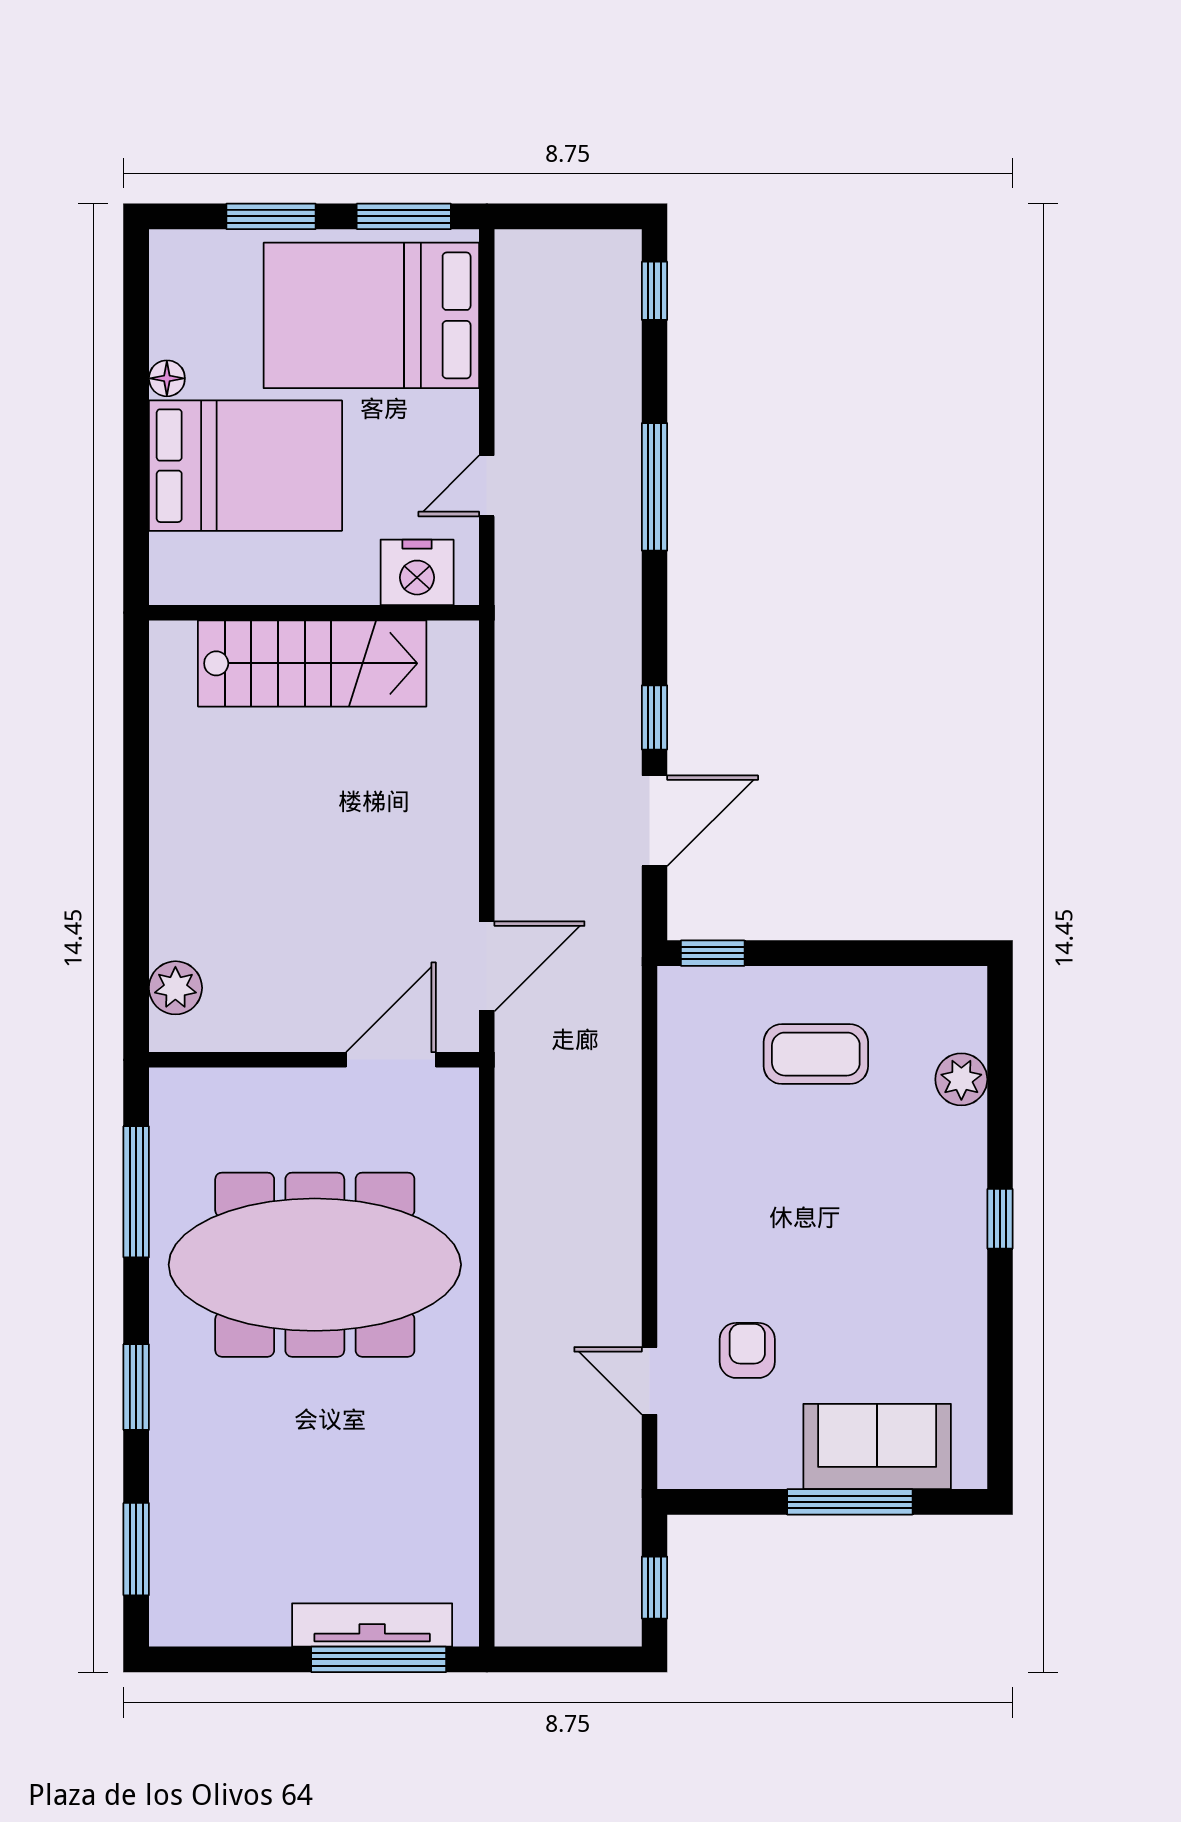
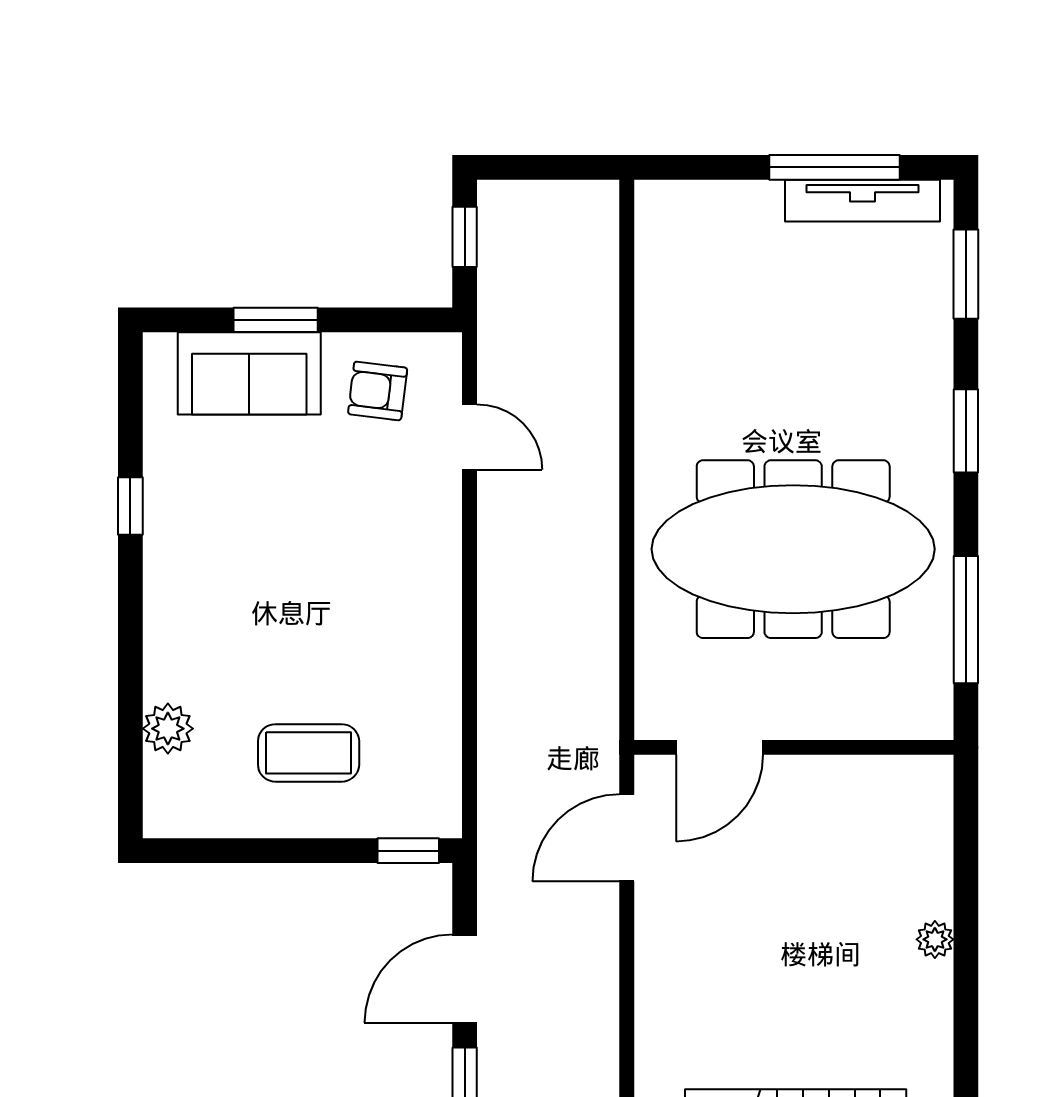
plant: (175, 988) -> (935, 939), moved, width x0.73, depth x0.73
window: (1000, 1219) -> (130, 506), moved
armchair: (747, 1350) -> (378, 391), moved, turned 97
window: (850, 1502) -> (276, 320), width x0.69
tv unit: (372, 1625) -> (863, 201), moved
window: (379, 1659) -> (835, 167), moved

